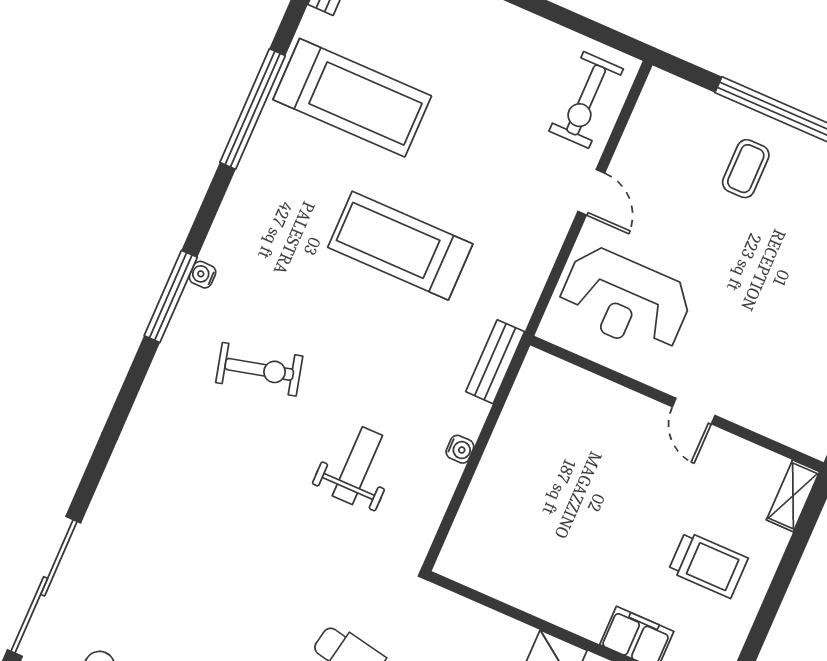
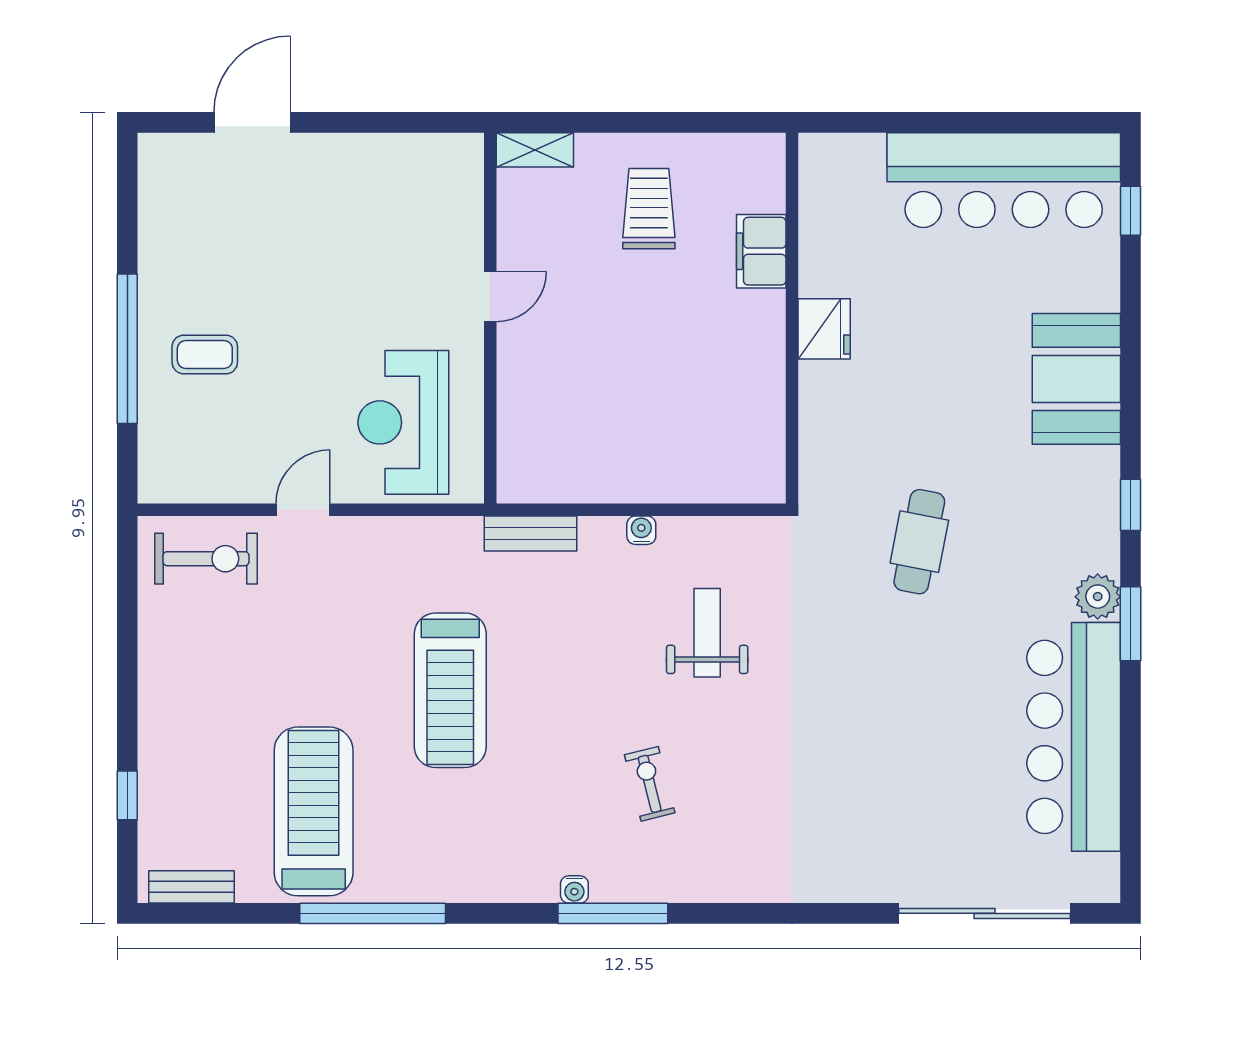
reception desk: (625, 300) -> (403, 422), turned 180
exercise bike: (259, 369) -> (650, 784), width x0.73, depth x0.72
weight bench: (357, 466) -> (707, 633), turned 90

